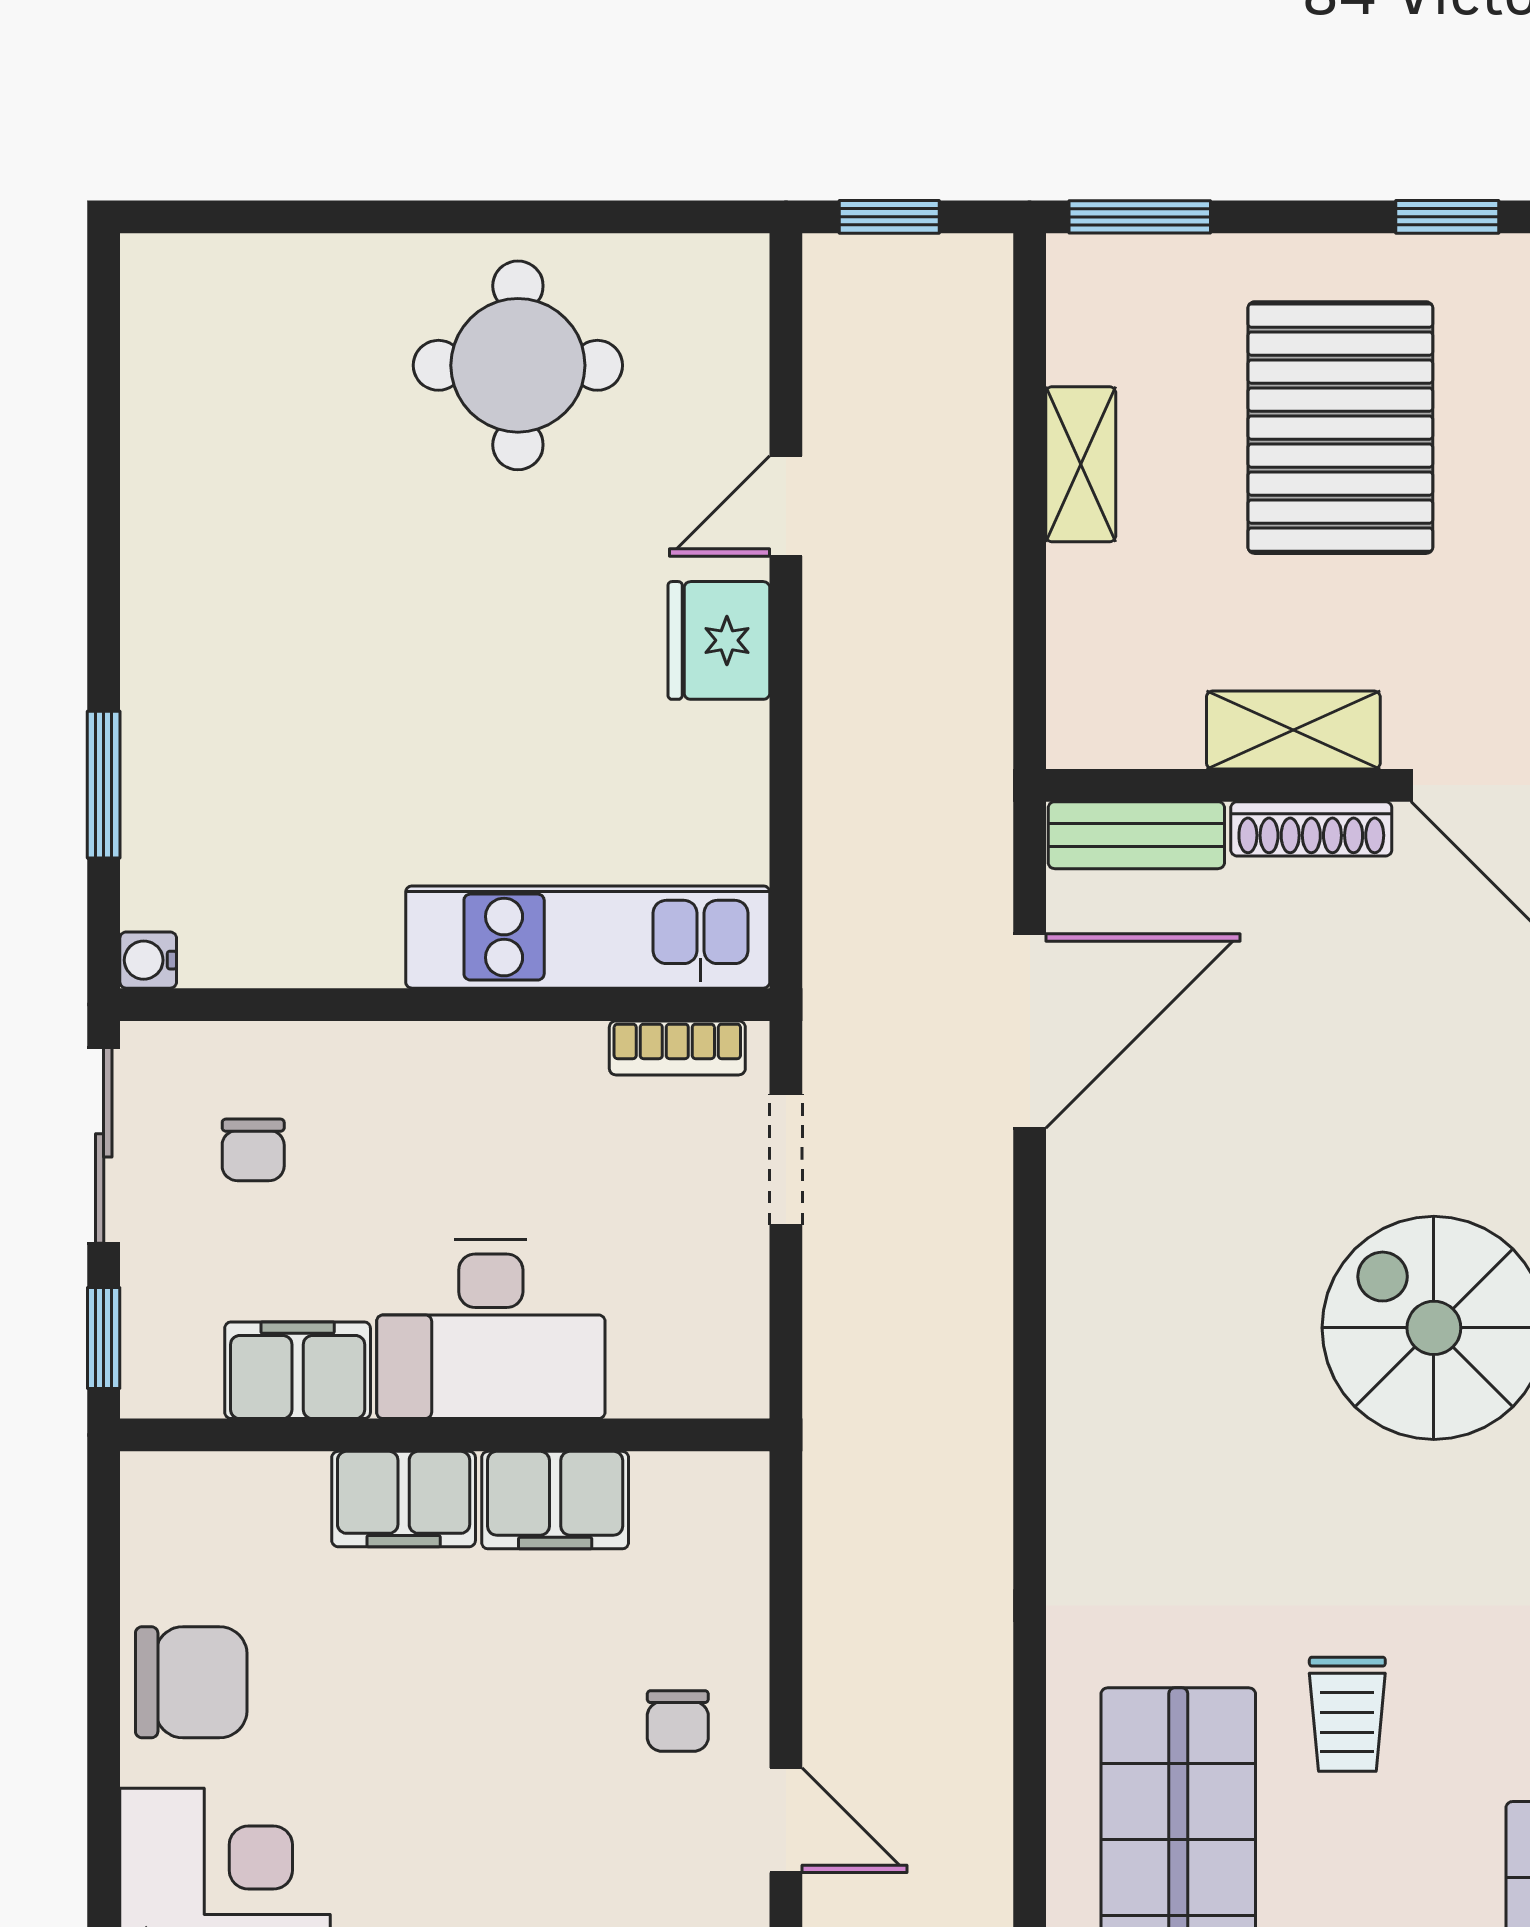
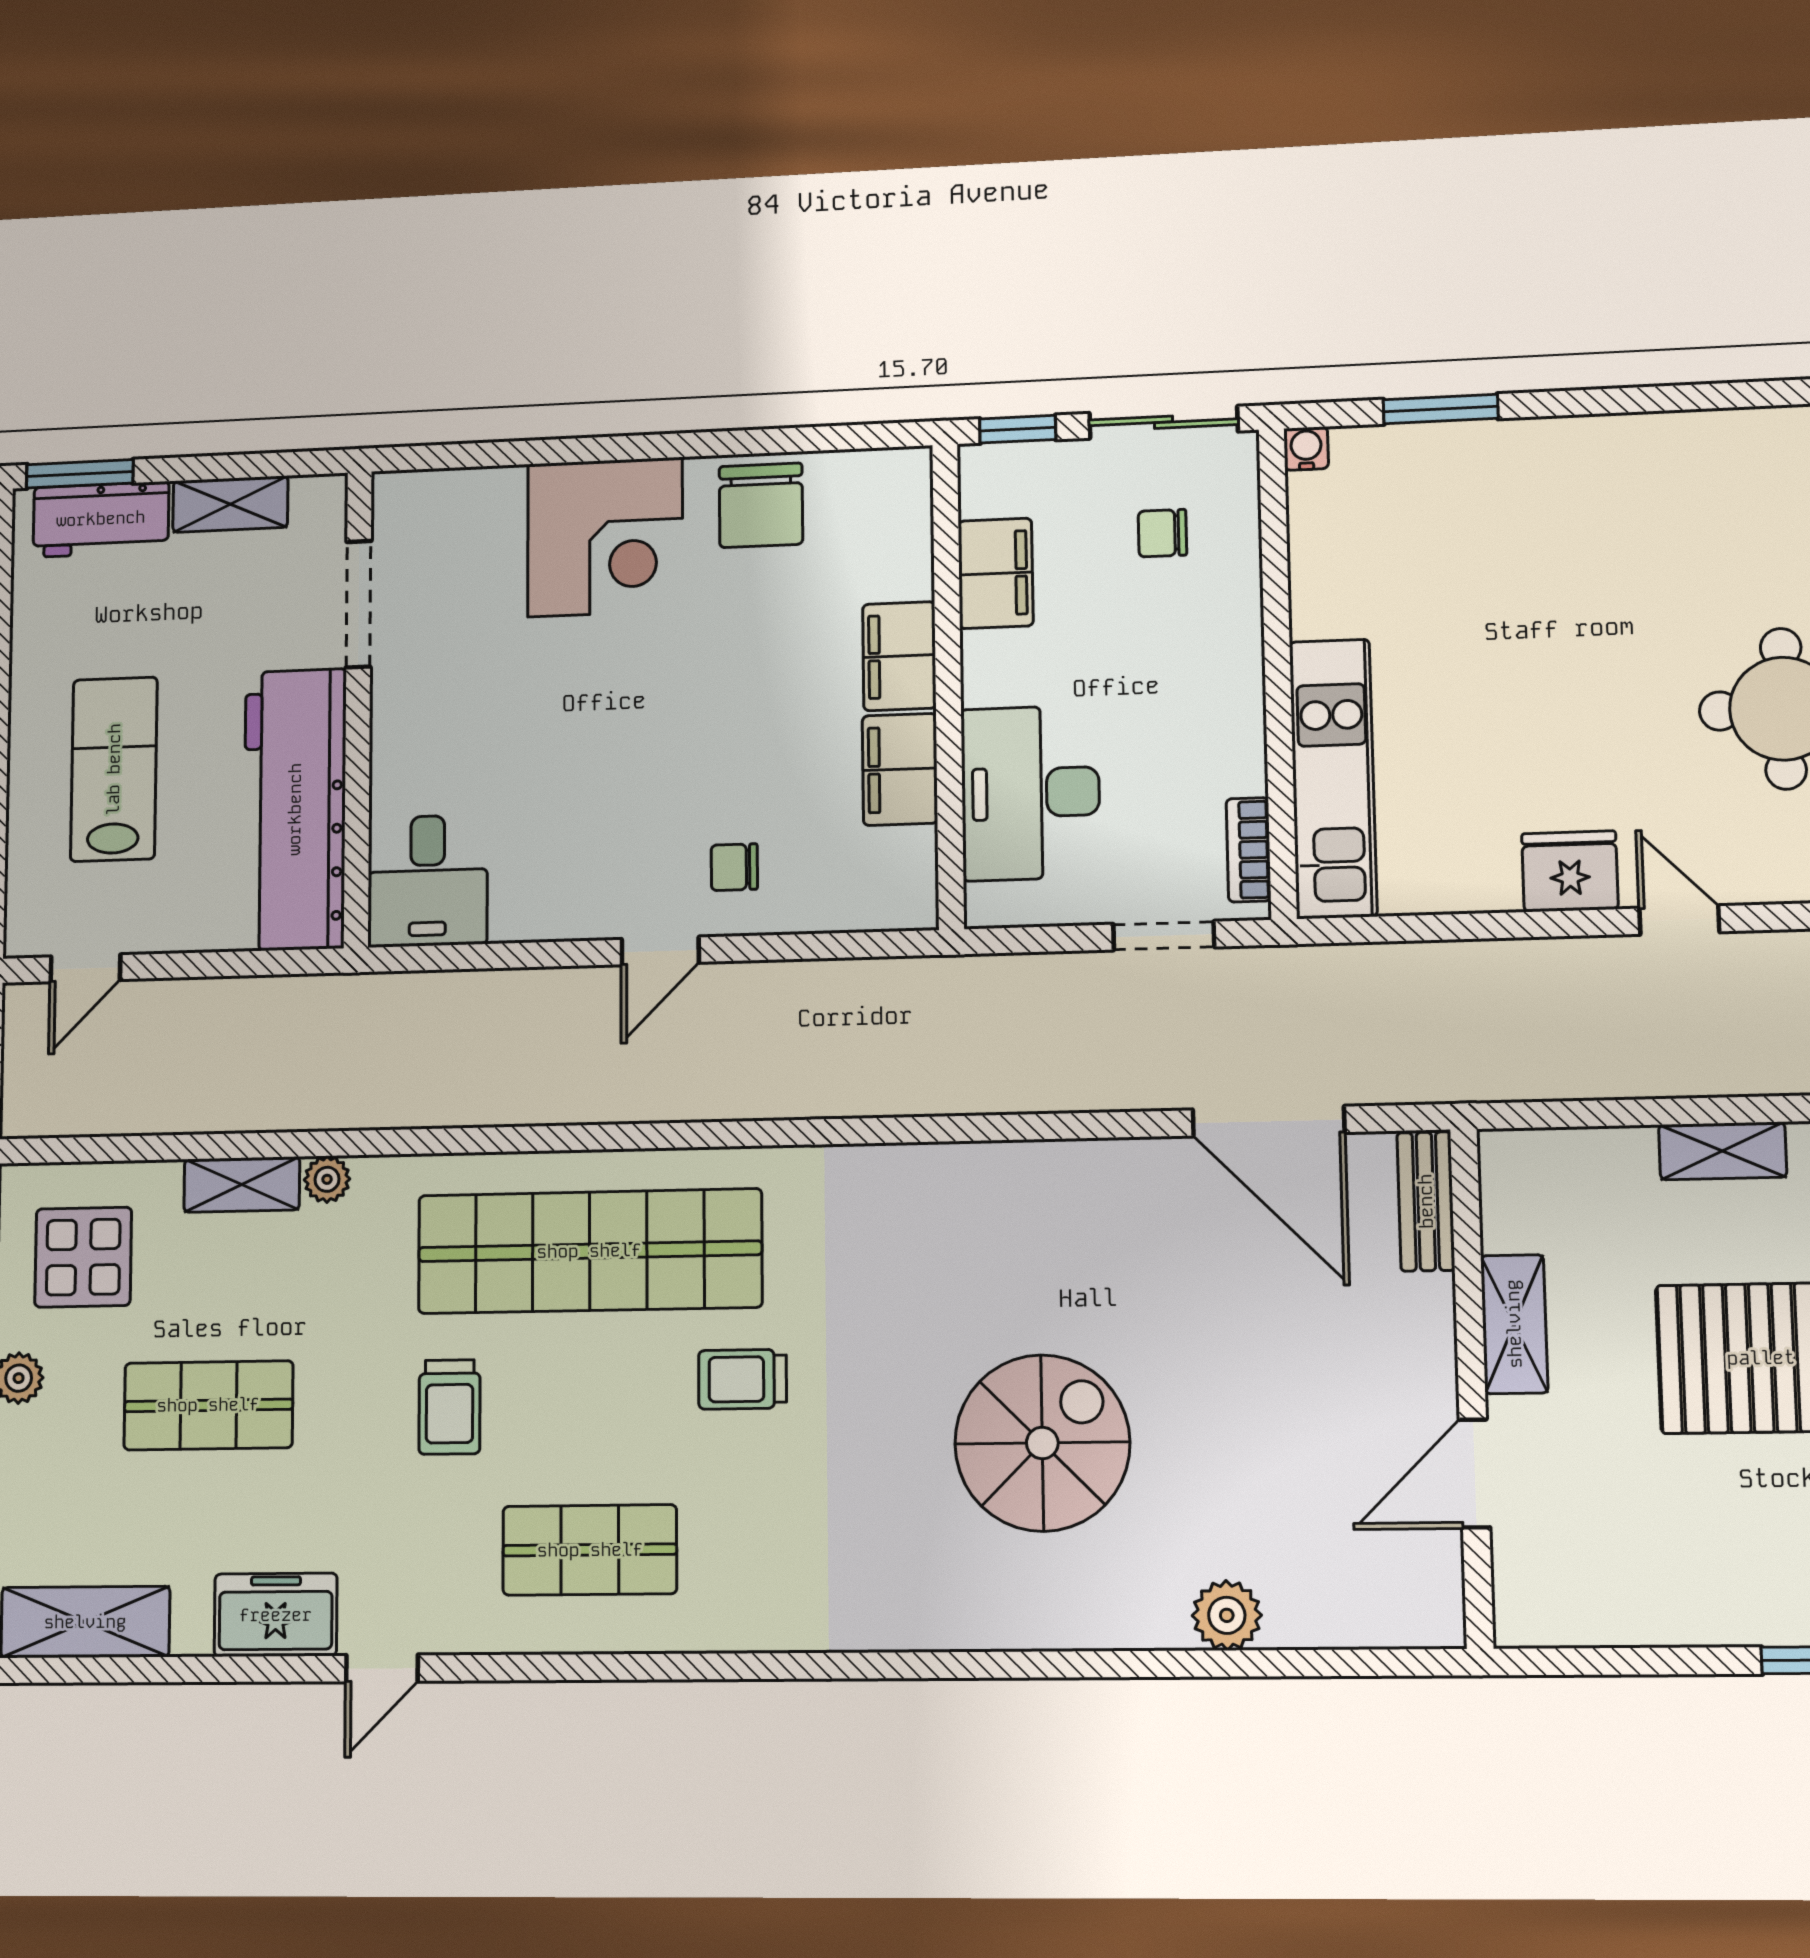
shoe rack: (1311, 829) -> (1435, 1340), removed
desk: (491, 1329) -> (1030, 793), moved

